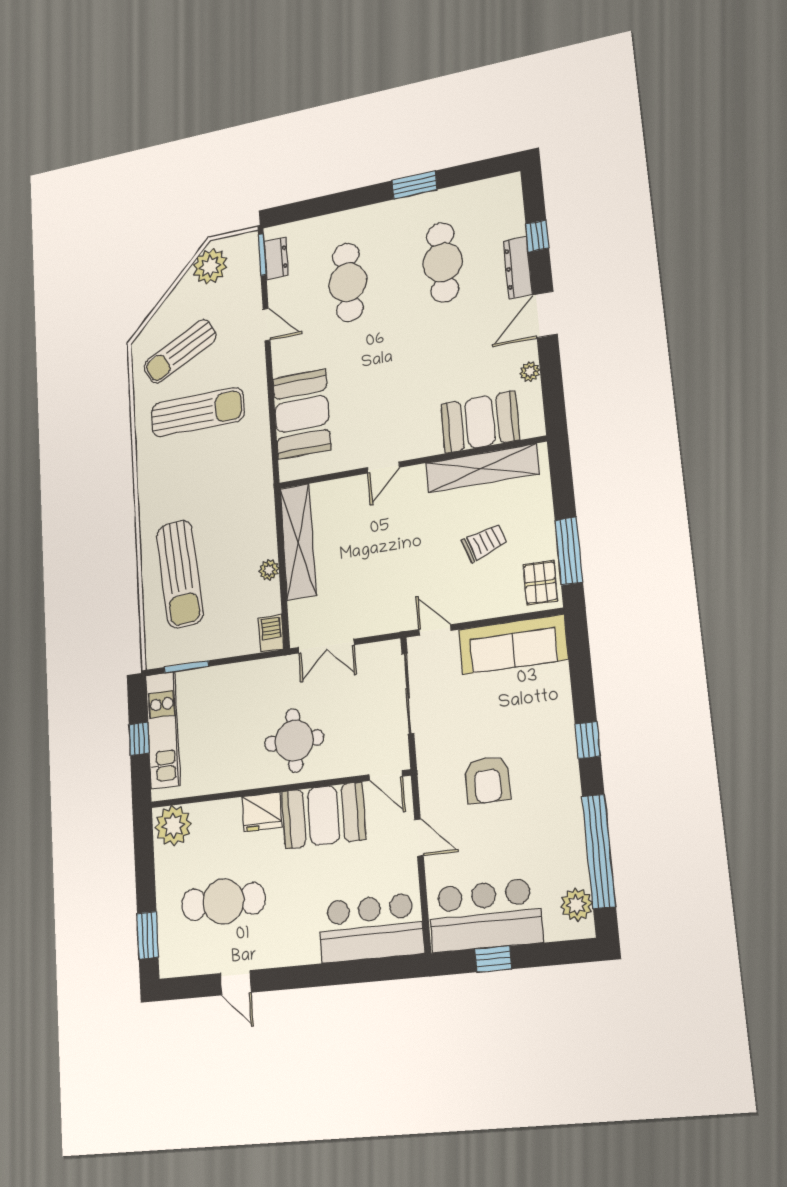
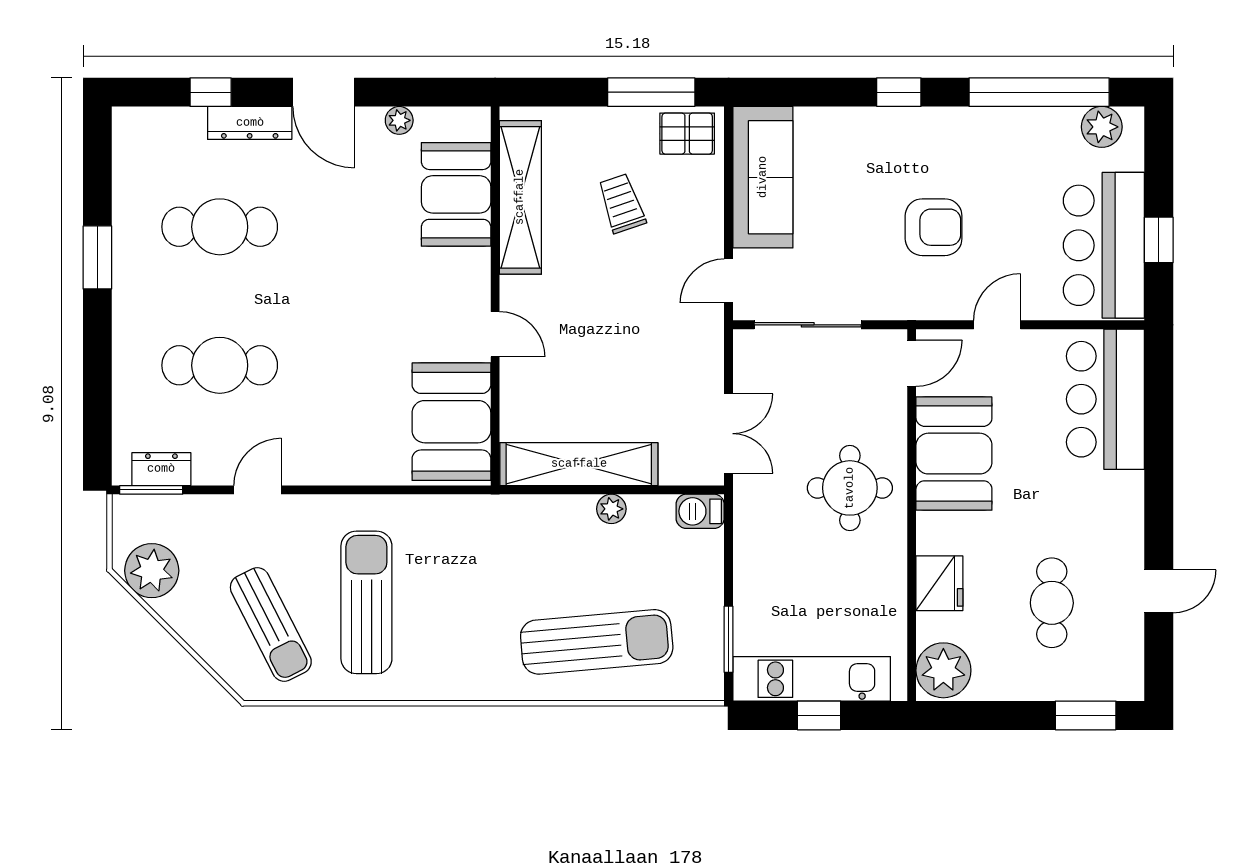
booth: (302, 414) -> (451, 422), moved, turned 90
fridge: (262, 812) -> (939, 583), moved
cafe table: (223, 902) -> (1052, 603), width x0.73, depth x0.74

